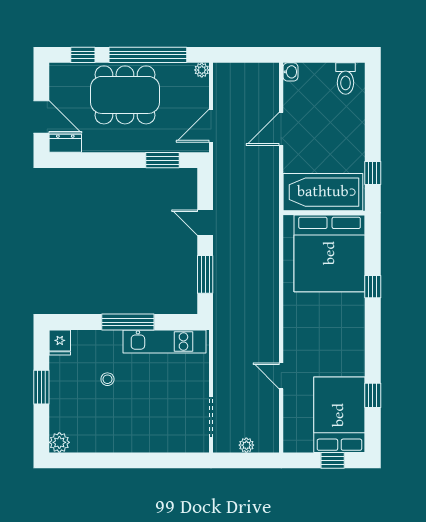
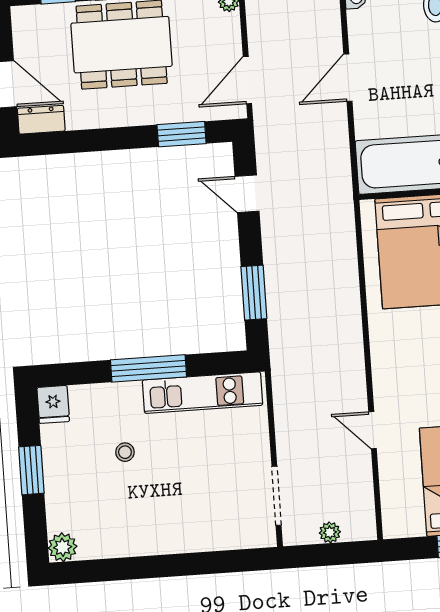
door: (205, 223) -> (247, 194), moved

